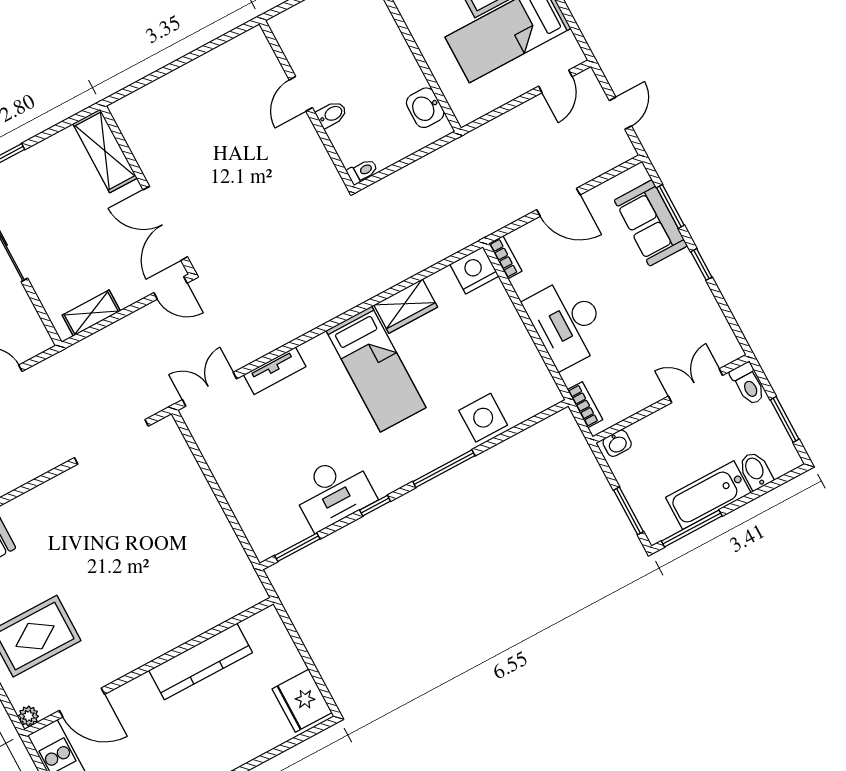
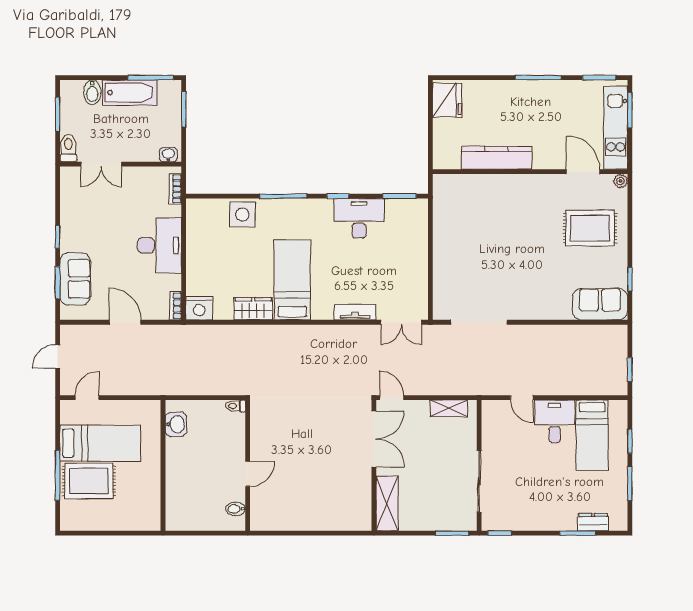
bidet: (332, 114) -> (236, 509), moved

